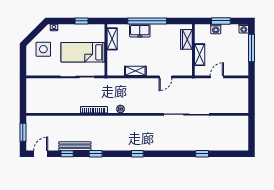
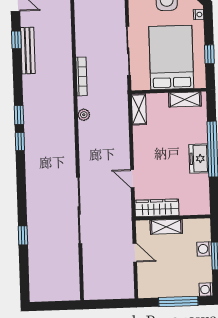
freezer: (140, 31) -> (199, 159), moved
wardrobe: (186, 39) -> (157, 208), moved, width x1.50
bed: (83, 52) -> (171, 57), width x1.50
shelving: (135, 71) -> (139, 109), moved
window: (96, 154) -> (19, 115), moved

